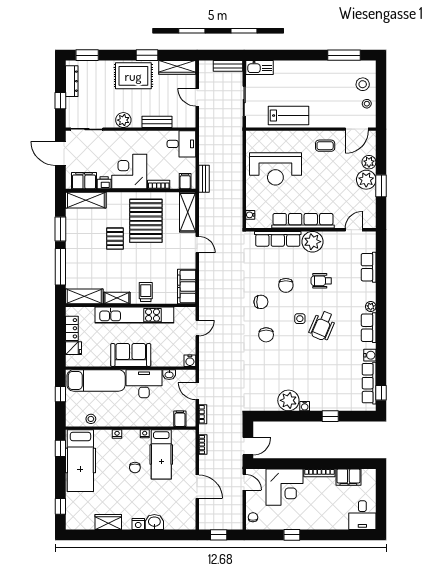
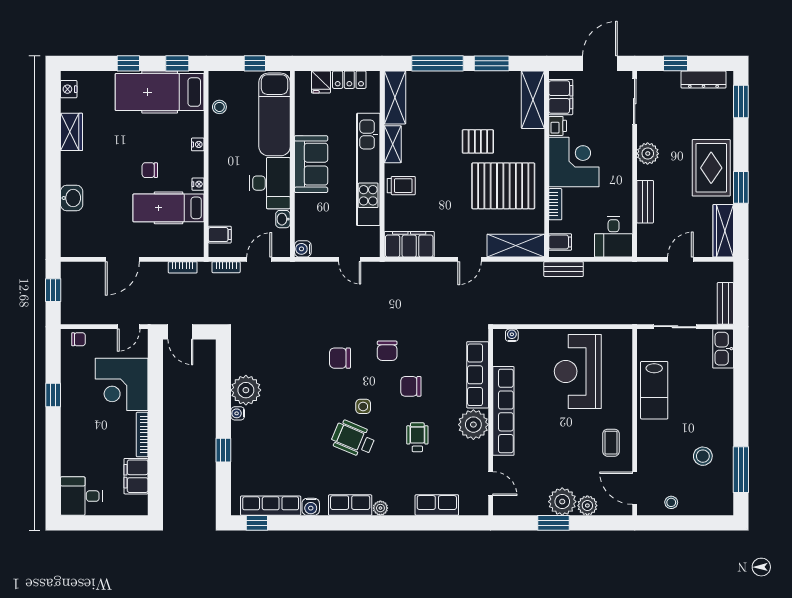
stool: (363, 84) -> (703, 456), moved
window: (60, 506) -> (128, 63), moved
nightstand: (138, 524) -> (69, 89), moved

